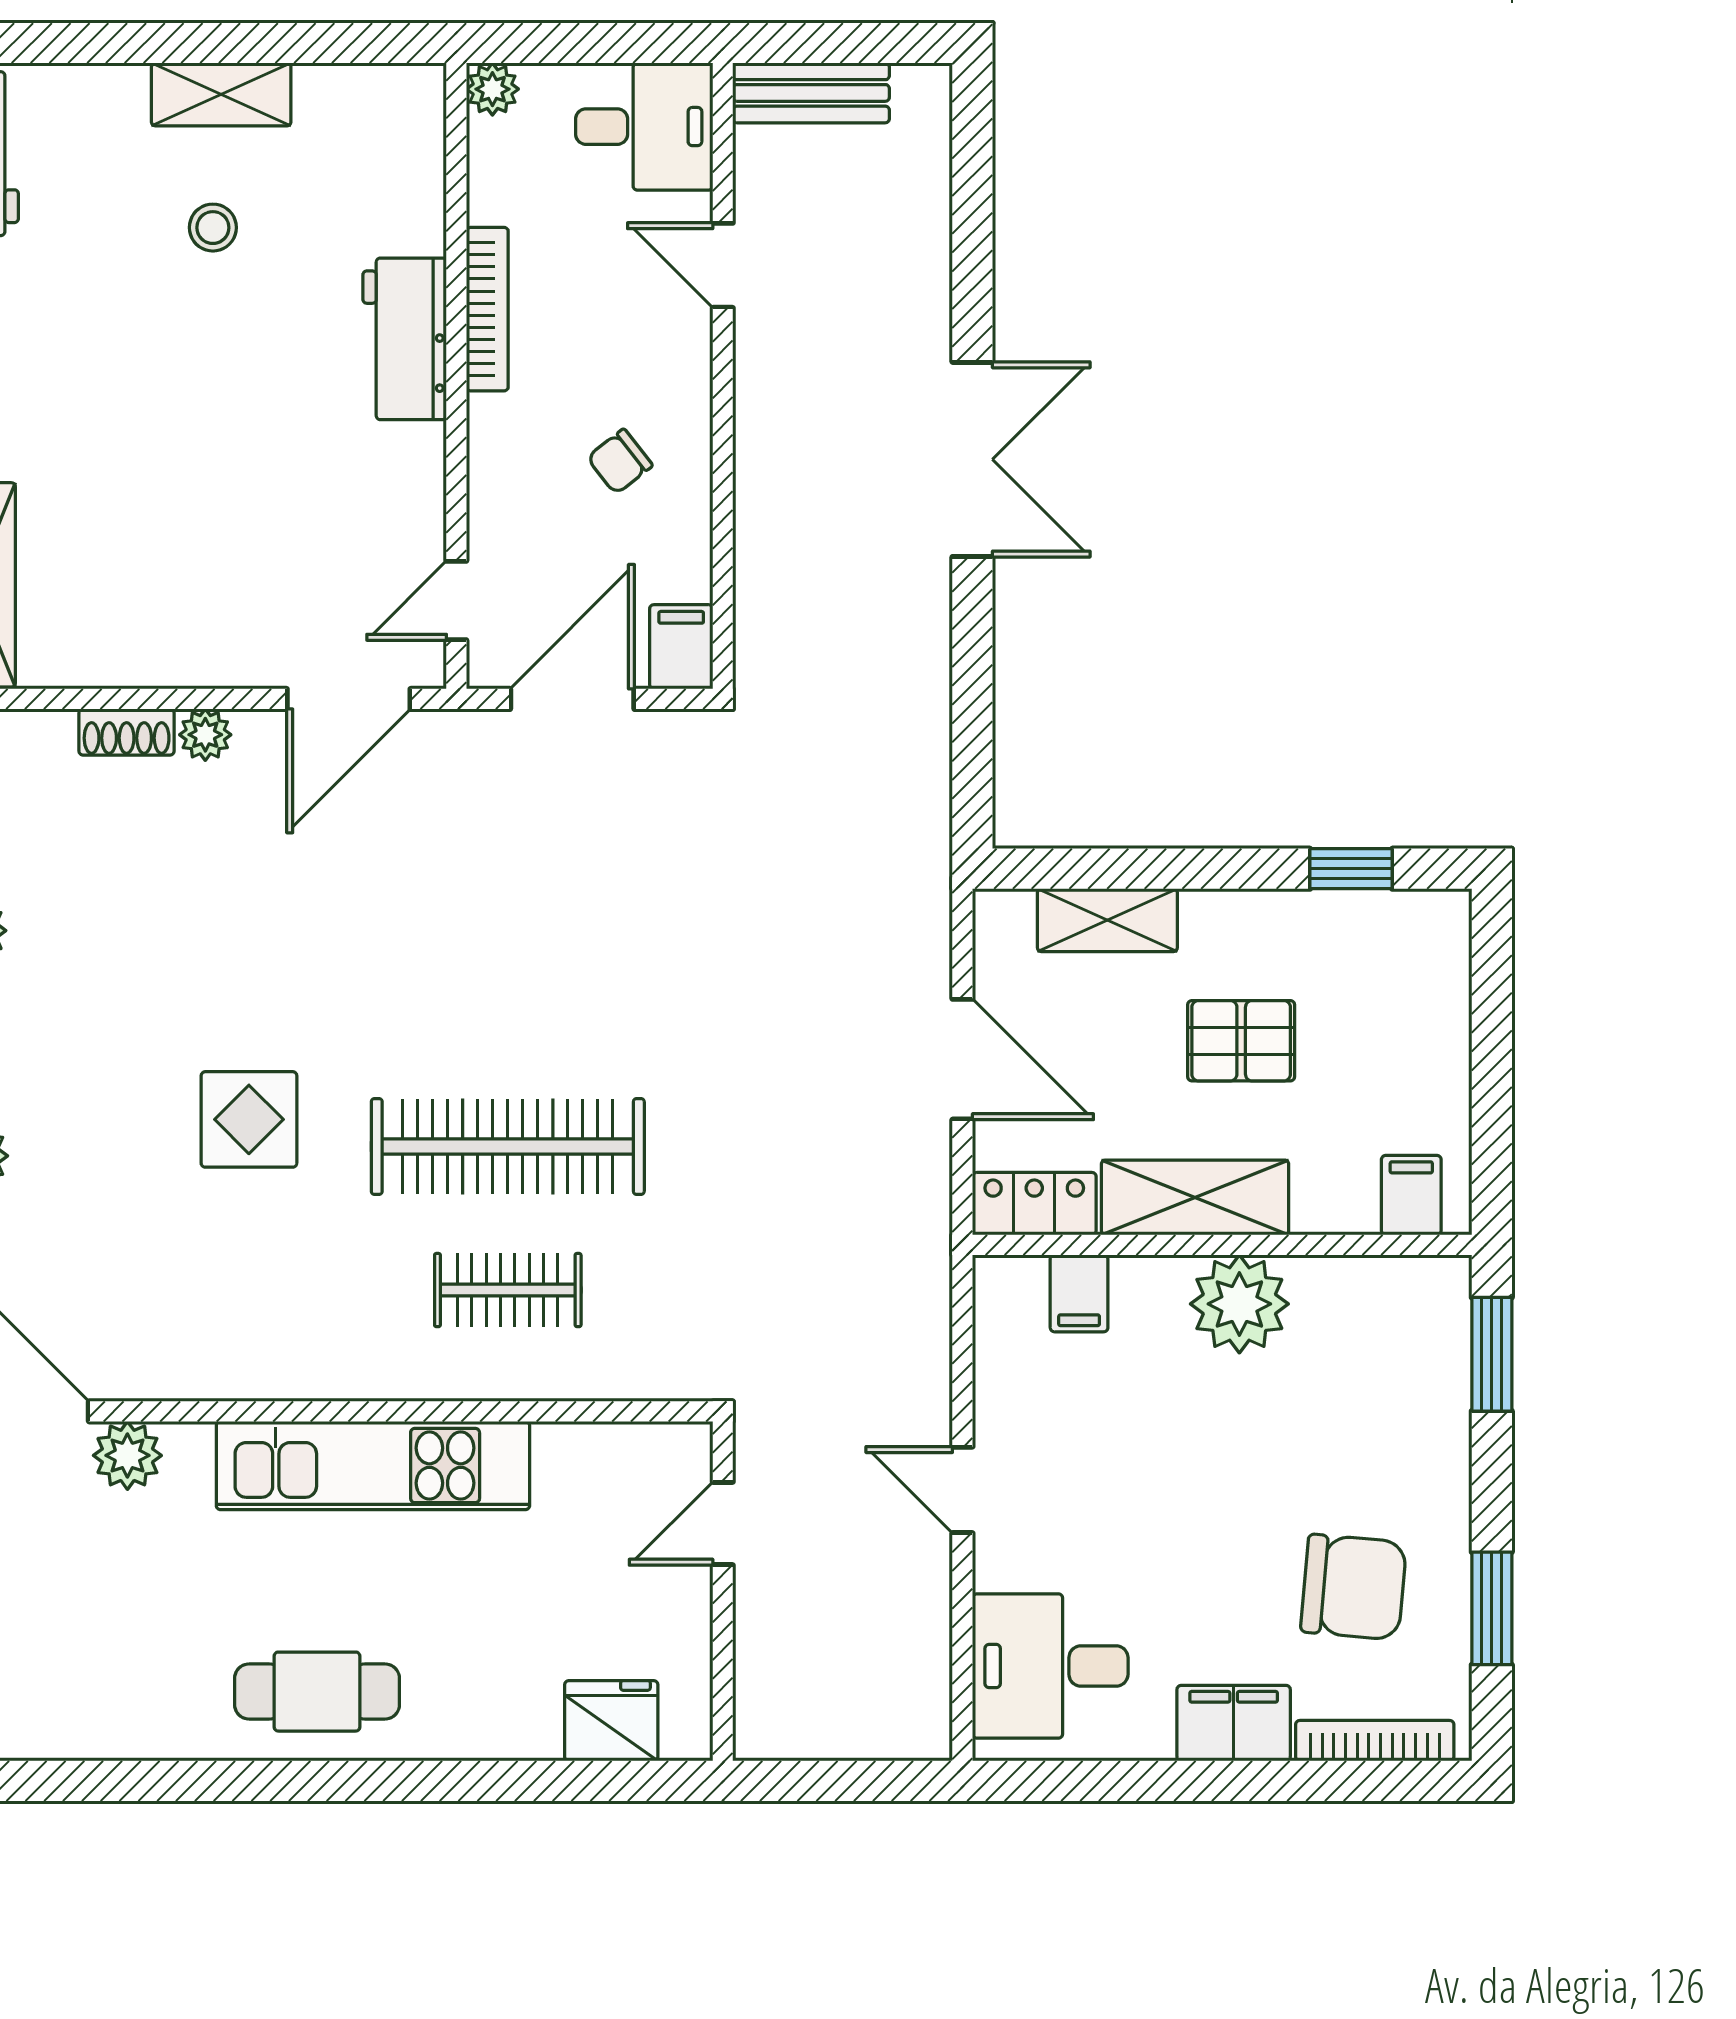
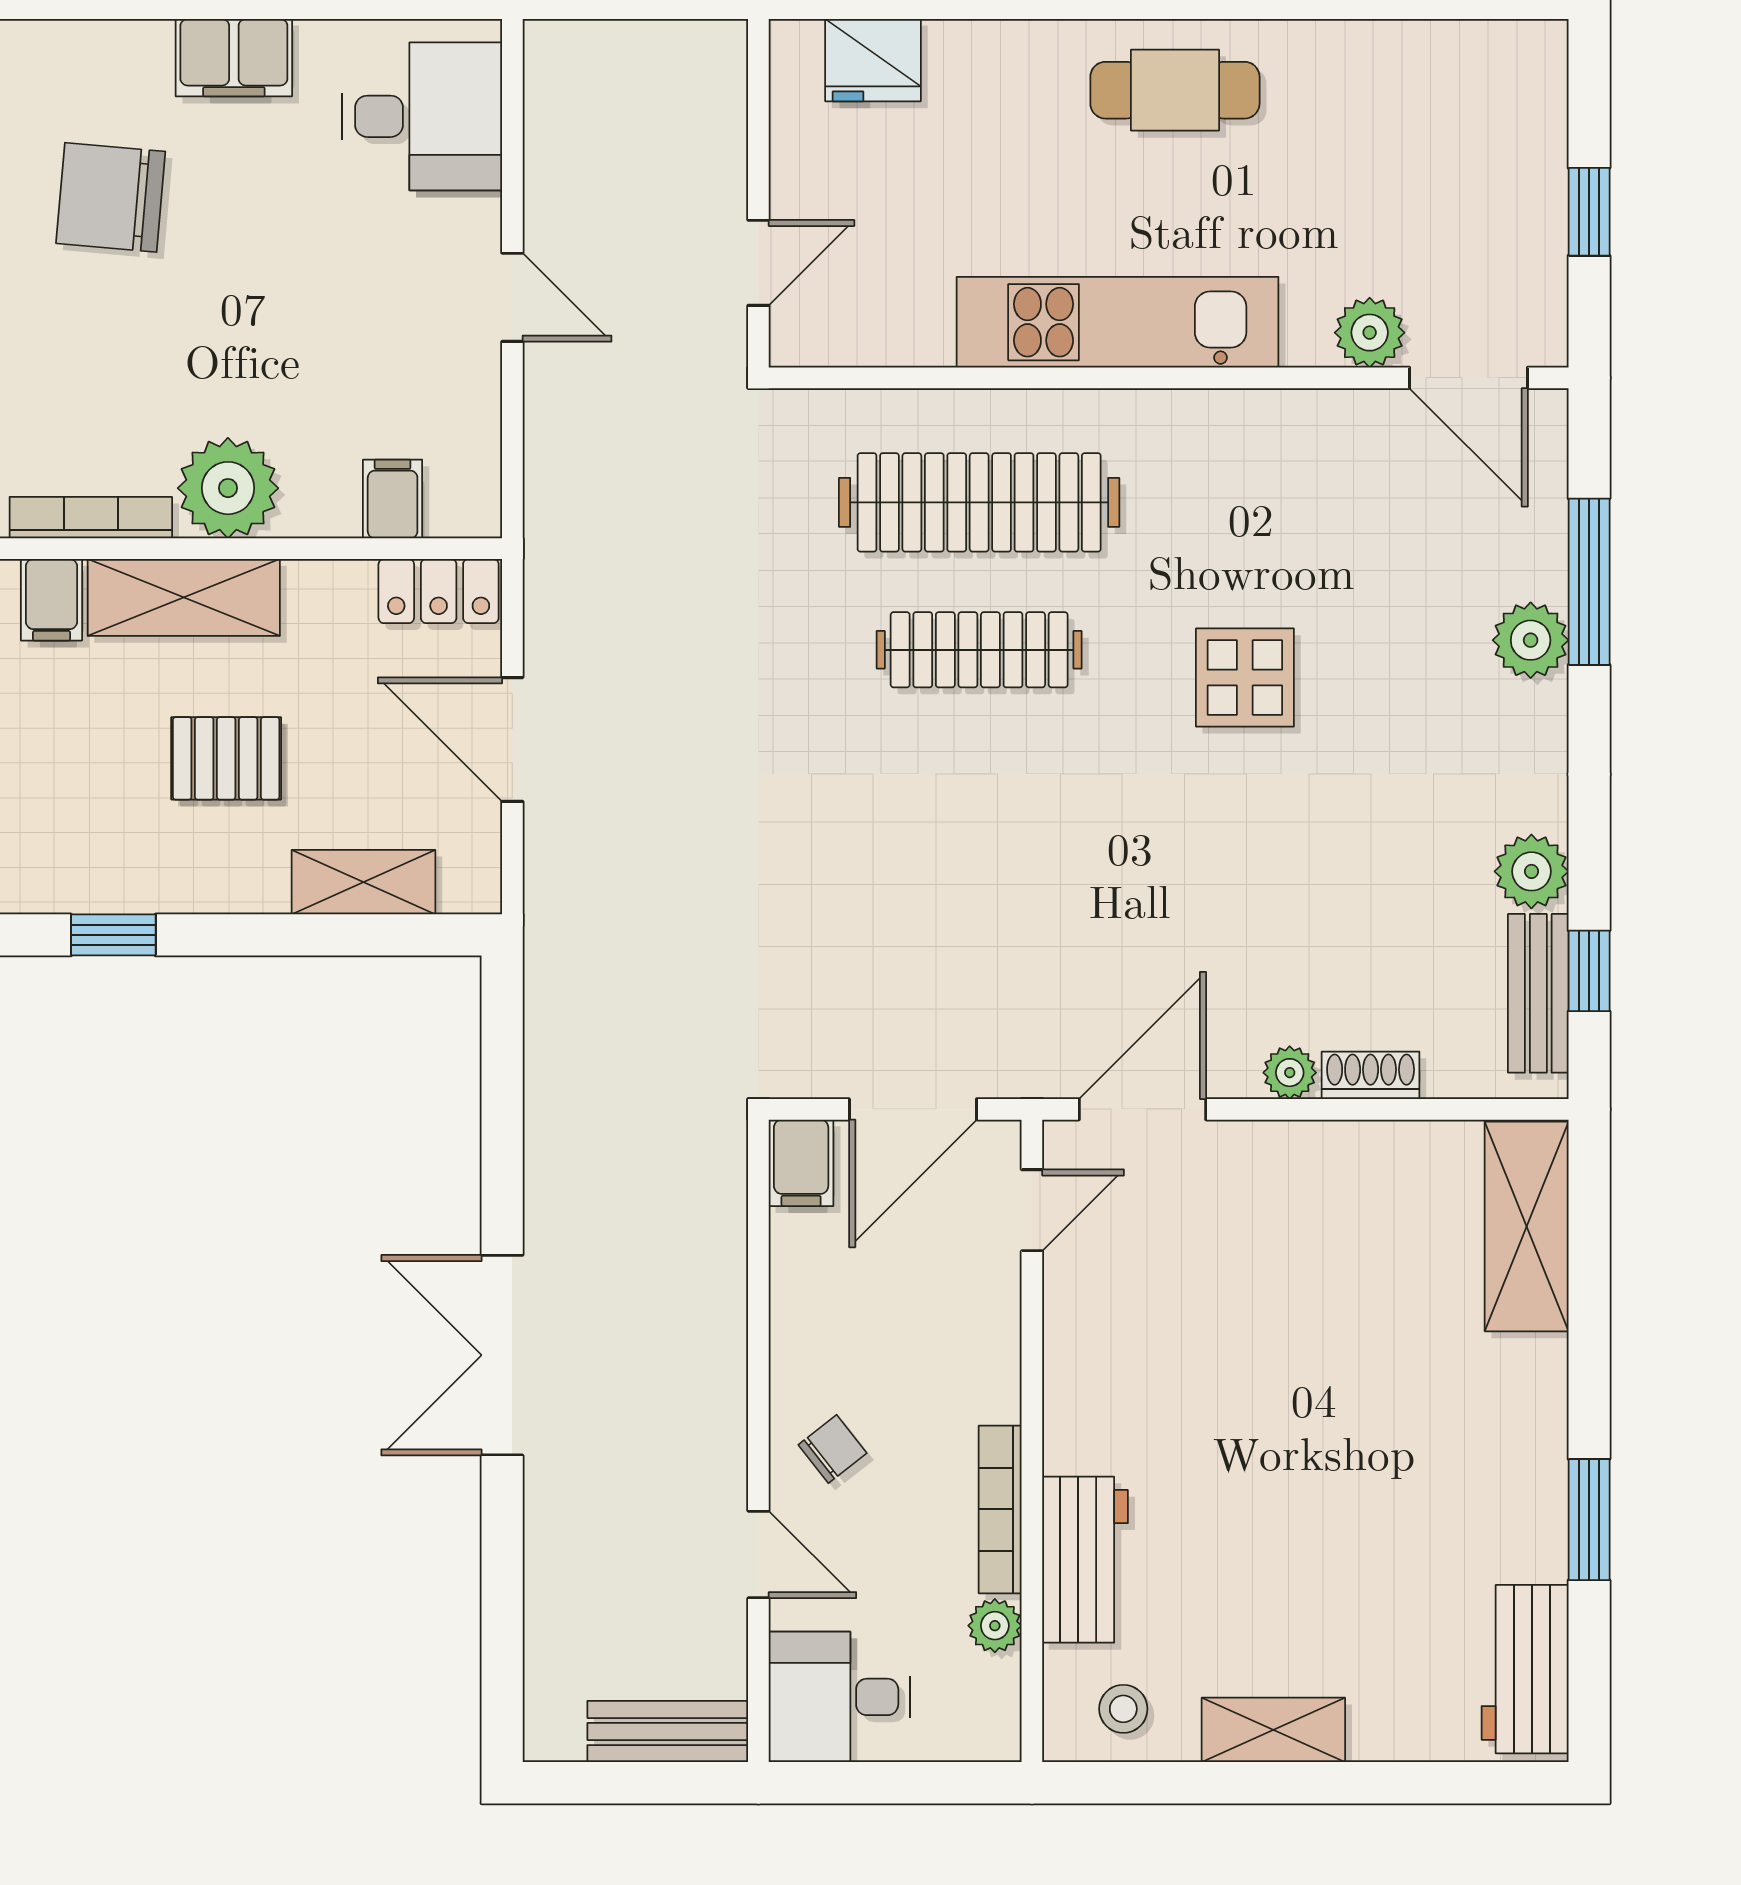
plant: (492, 89) -> (995, 1626), moved
stool: (213, 228) -> (1123, 1709), moved
workbench: (405, 339) -> (1085, 1560), moved
chair: (620, 461) -> (832, 1449), moved
clothes rail: (508, 1147) -> (979, 650), width x0.73, depth x0.76
shelving: (1195, 1197) -> (184, 597), moved
clothes rail: (508, 1290) -> (979, 502), width x1.86, depth x1.31
bookcase: (1375, 1741) -> (91, 518), moved, turned 180

